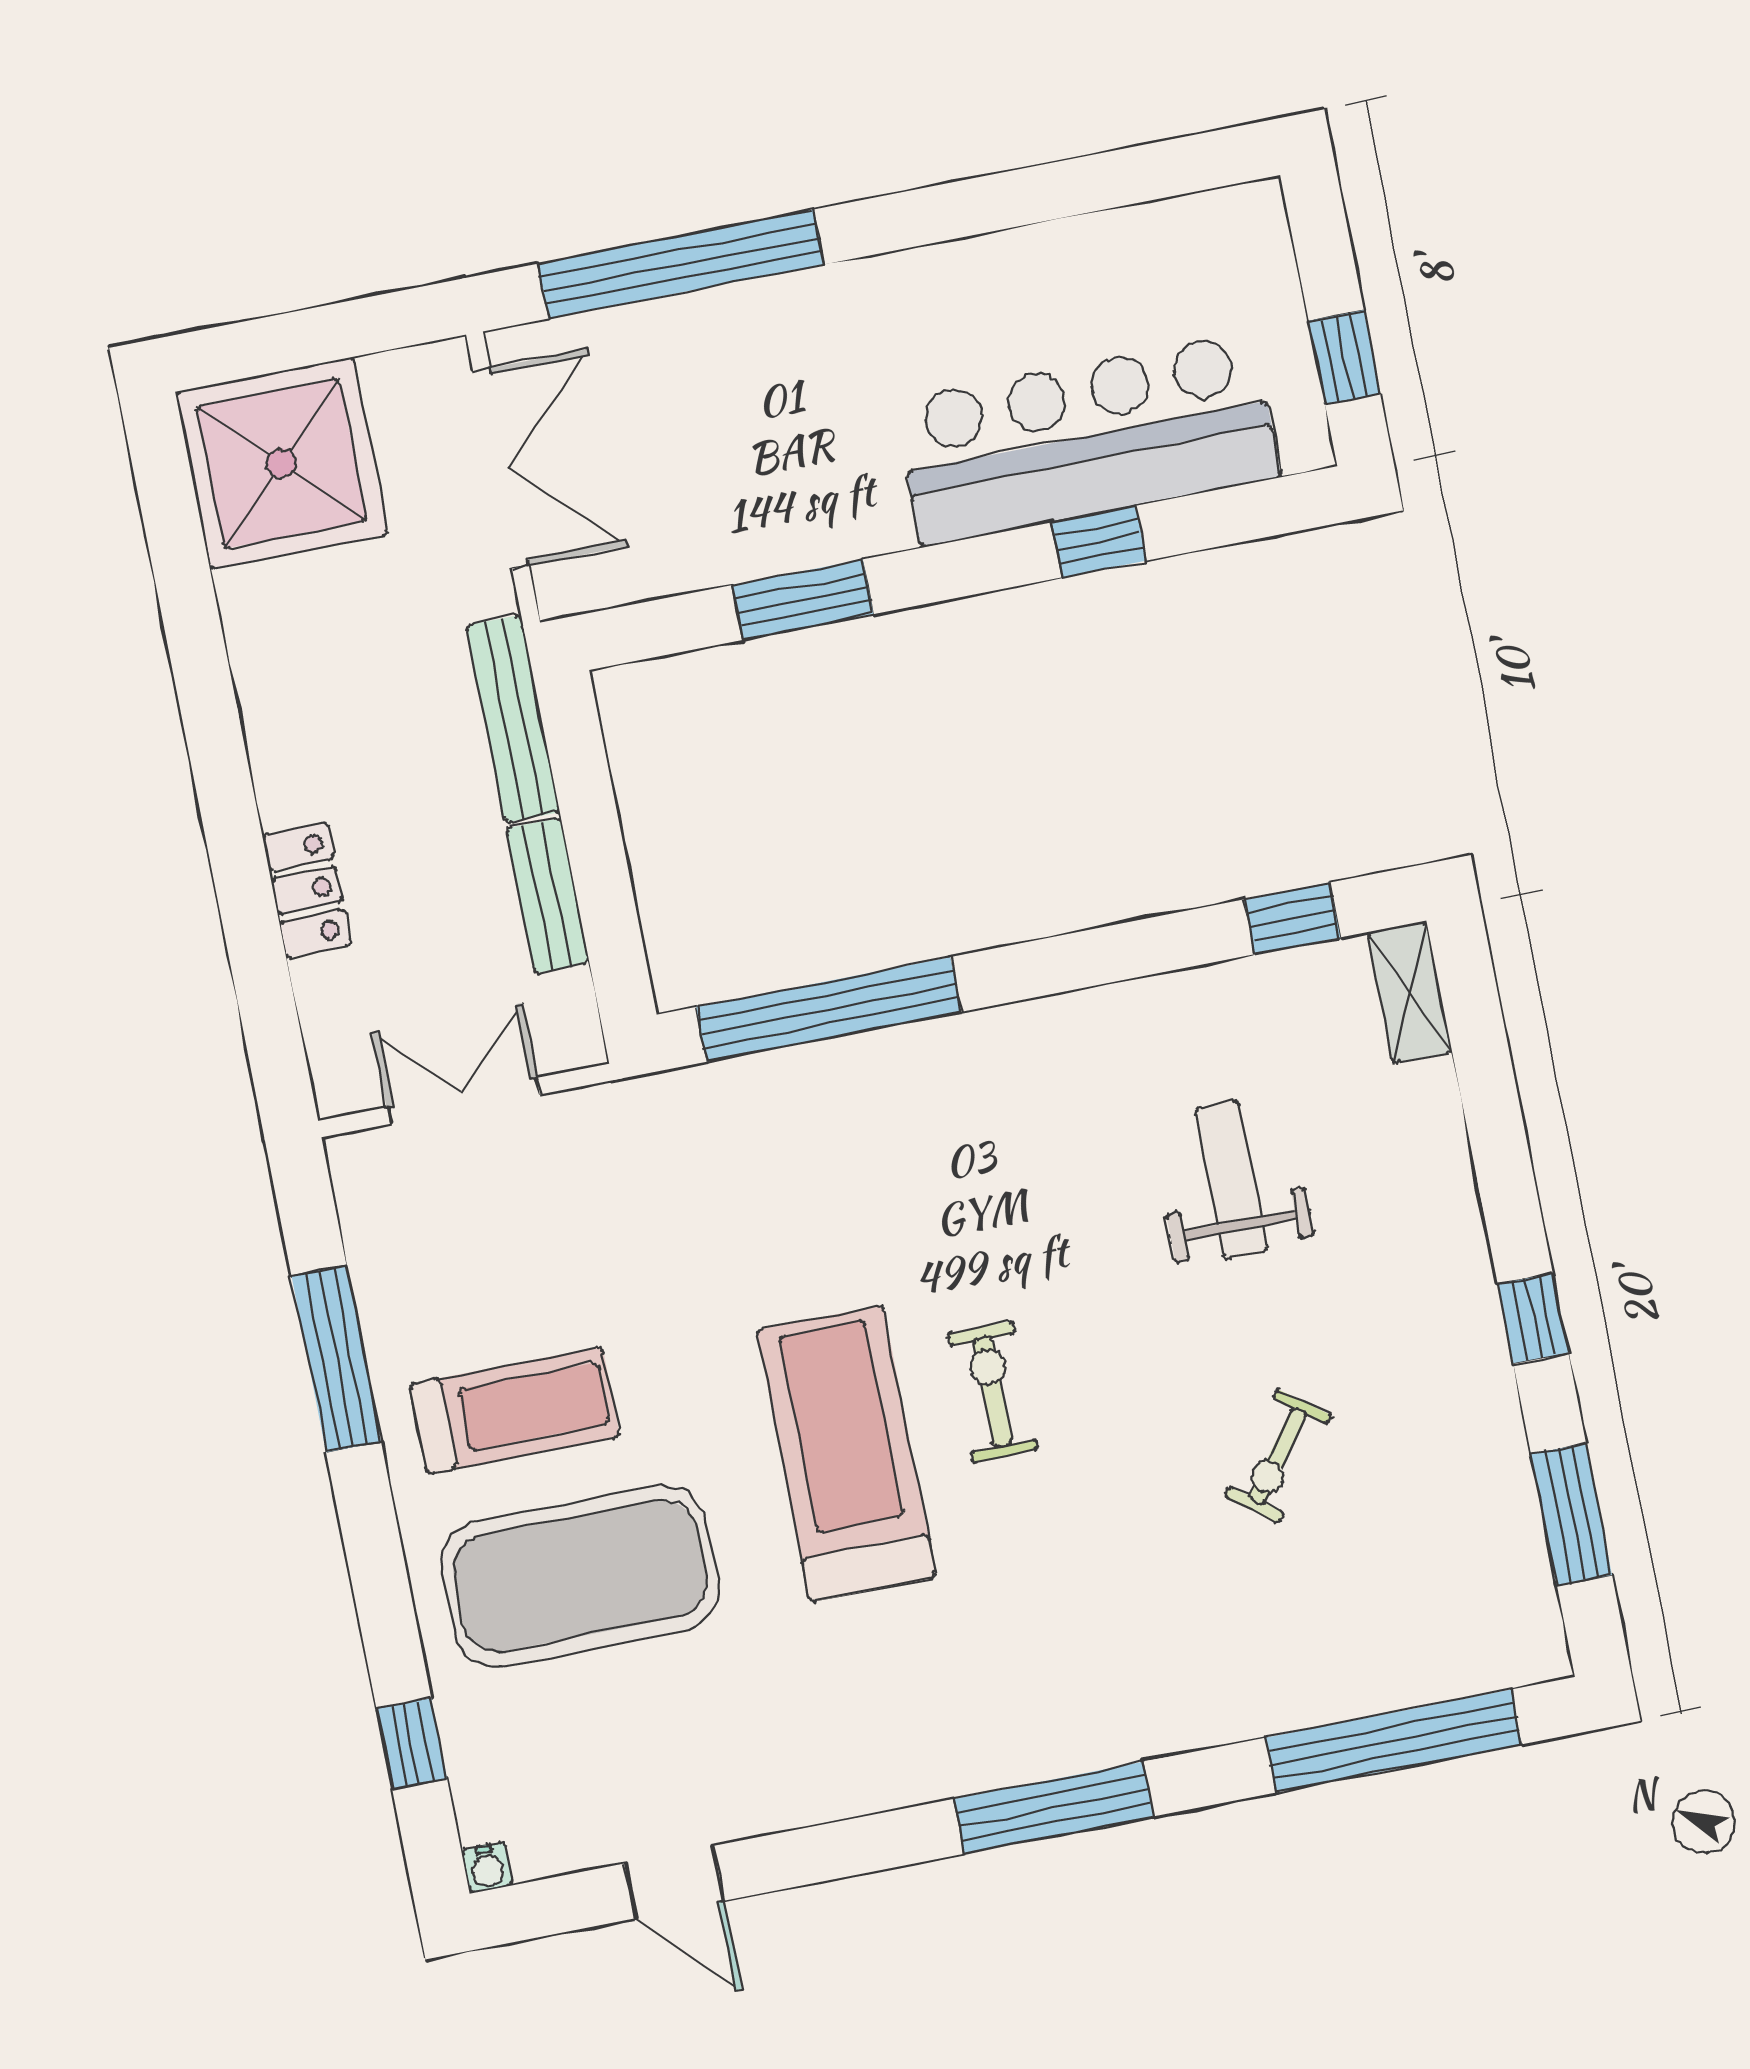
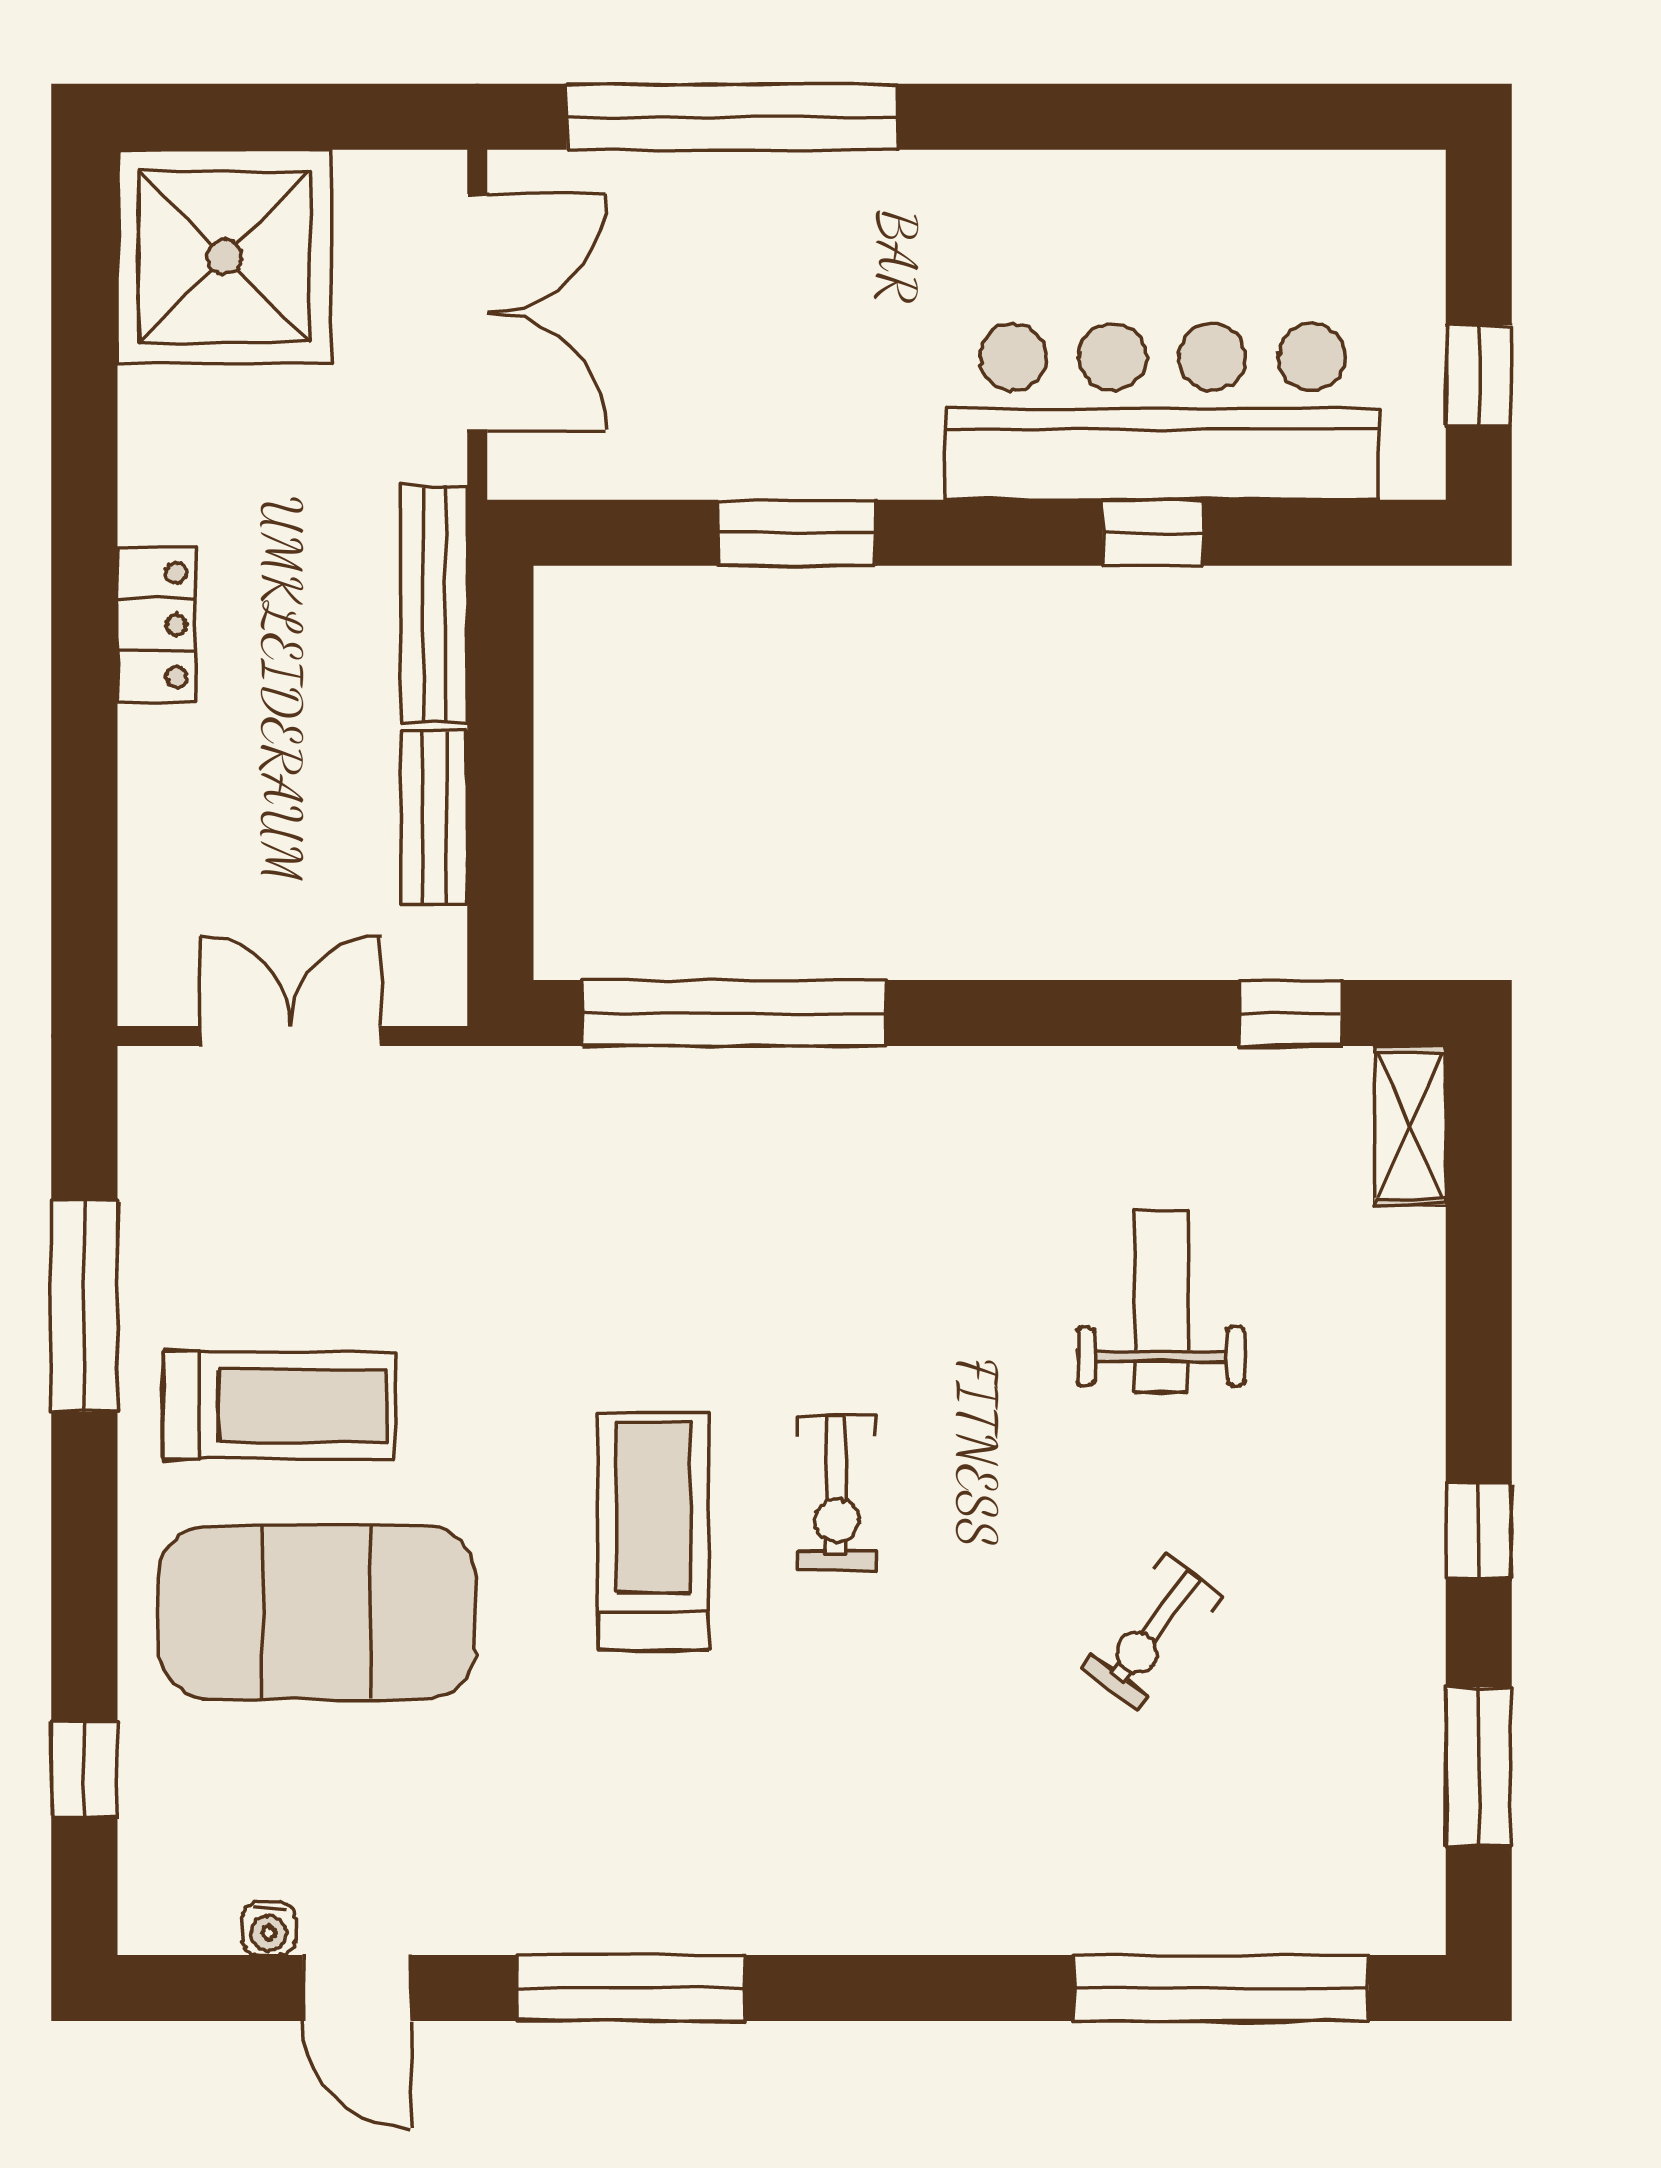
locker: (307, 890) -> (157, 625), moved
exercise bike: (993, 1392) -> (837, 1493), turned 180
treadmill: (847, 1454) -> (653, 1531), width x0.73, depth x0.73
window: (1054, 1808) -> (631, 1988), moved
water cooler: (487, 1868) -> (269, 1929), moved

